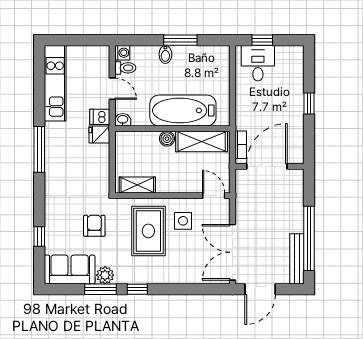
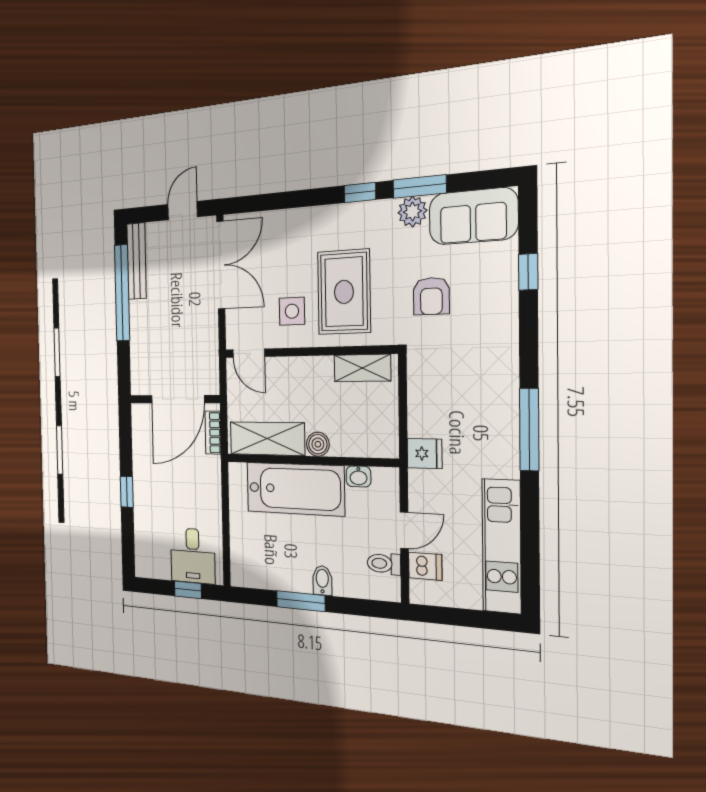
washing machine: (122, 53) -> (389, 589), removed
door: (112, 89) -> (404, 530), swing flipped
dishwasher: (100, 117) -> (425, 566), moved
washbasin: (123, 120) -> (358, 476), moved
door: (260, 289) -> (183, 211), width x0.73

